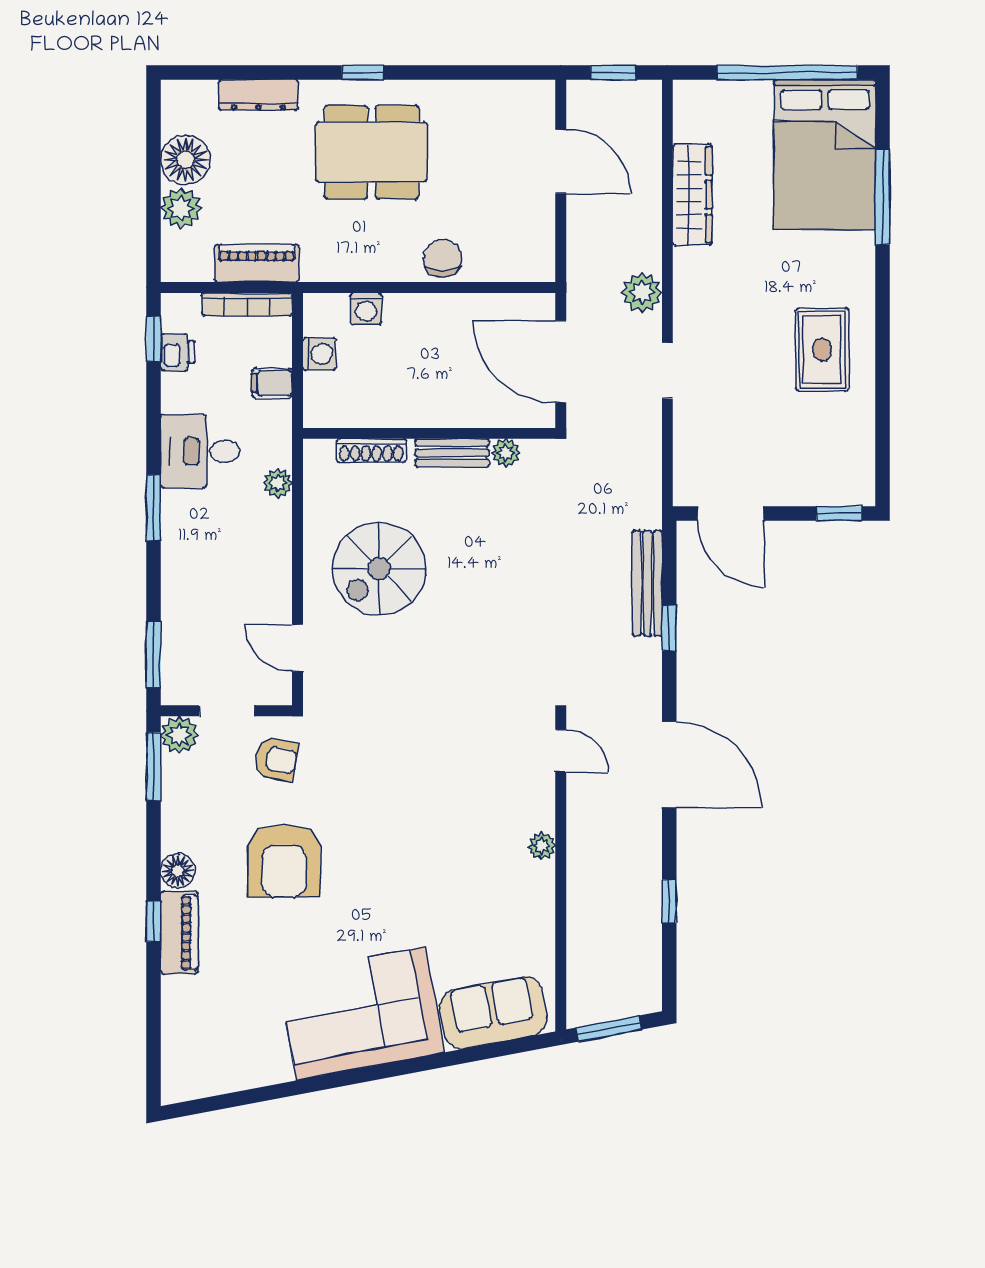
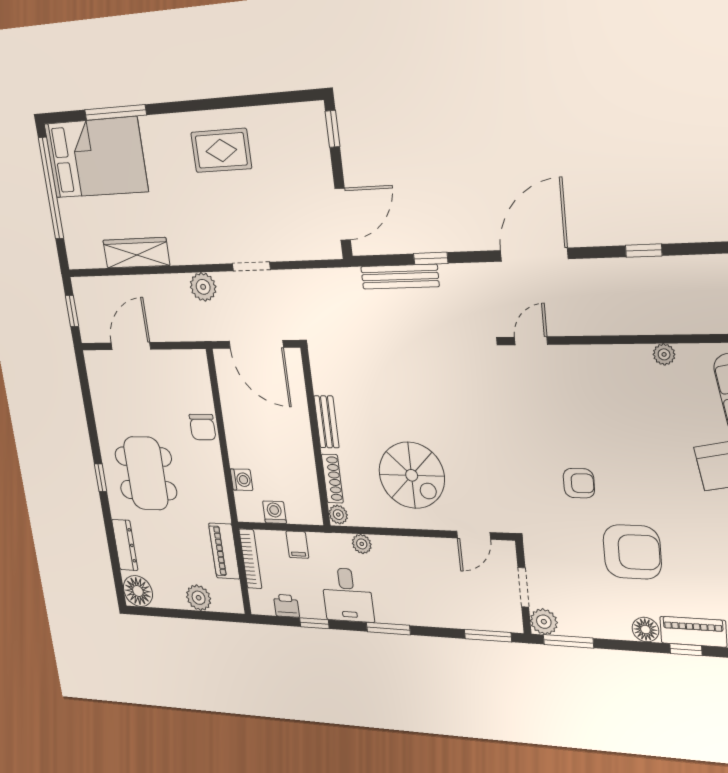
floor lamp: (186, 160) -> (138, 591), moved
chair: (443, 258) -> (203, 427), turned -90
window: (153, 339) -> (314, 623), moved
door: (561, 362) -> (256, 344), hinge flipped
plant: (506, 453) -> (338, 515), moved
armchair: (276, 759) -> (579, 483), moved, turned 79
plant: (542, 846) -> (664, 354), moved

